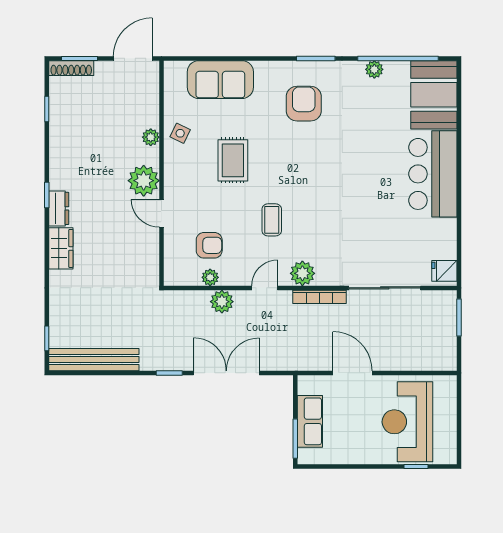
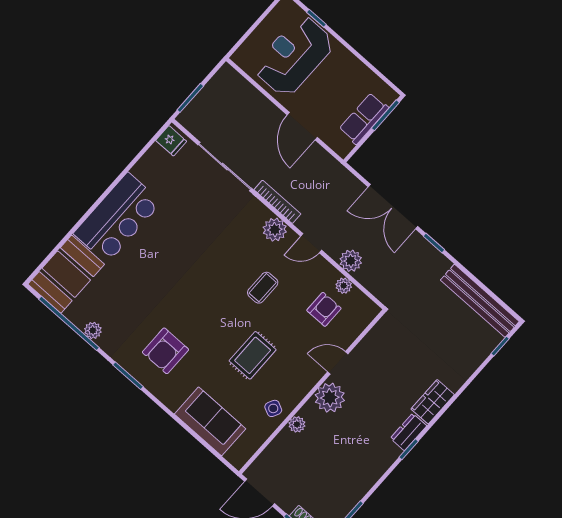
door: (161, 213) -> (338, 363), swing flipped
armchair: (209, 245) -> (324, 309), turned 90
reception desk: (407, 422) -> (294, 56), turned 180

